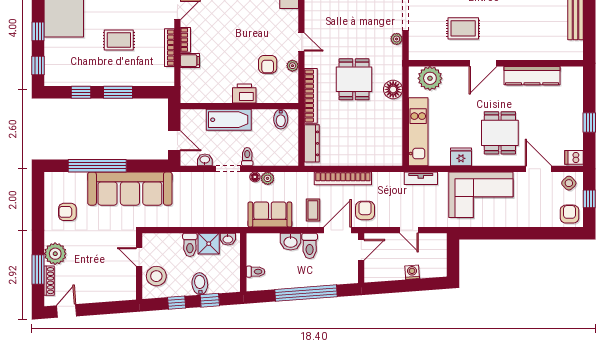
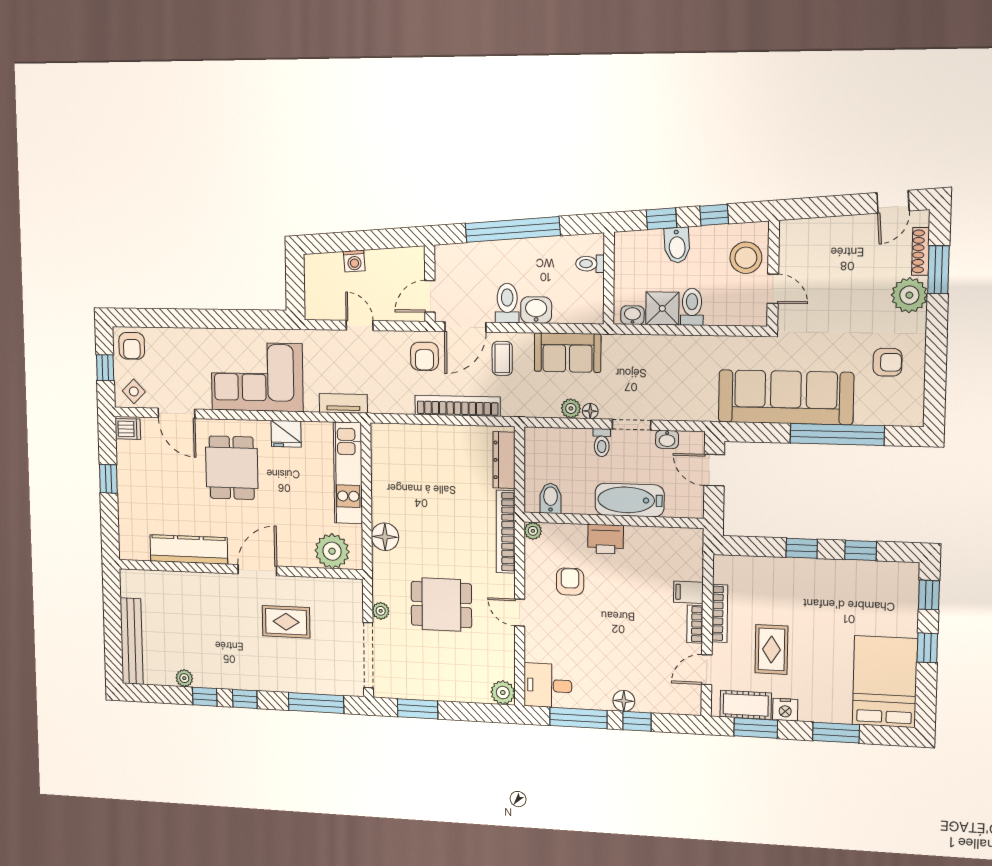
rug: (119, 40) -> (771, 649), moved, turned 90
plant: (292, 66) -> (533, 531), moved
dining table: (354, 79) -> (441, 605), moved, turned 90
window: (118, 92) -> (802, 548), width x0.67

